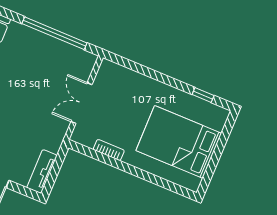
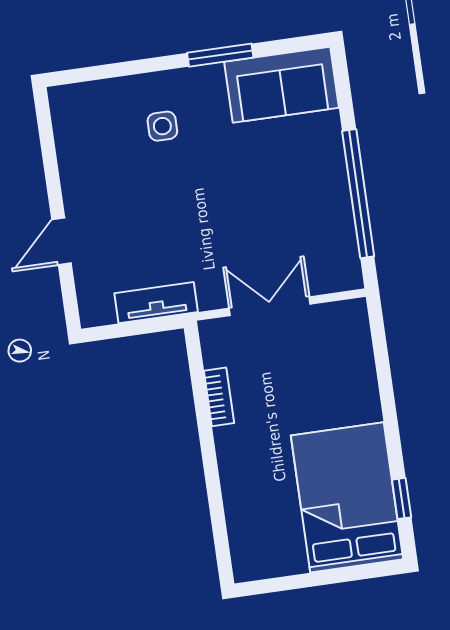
bed: (179, 142) -> (347, 497), moved
tv unit: (42, 172) -> (156, 303), moved

